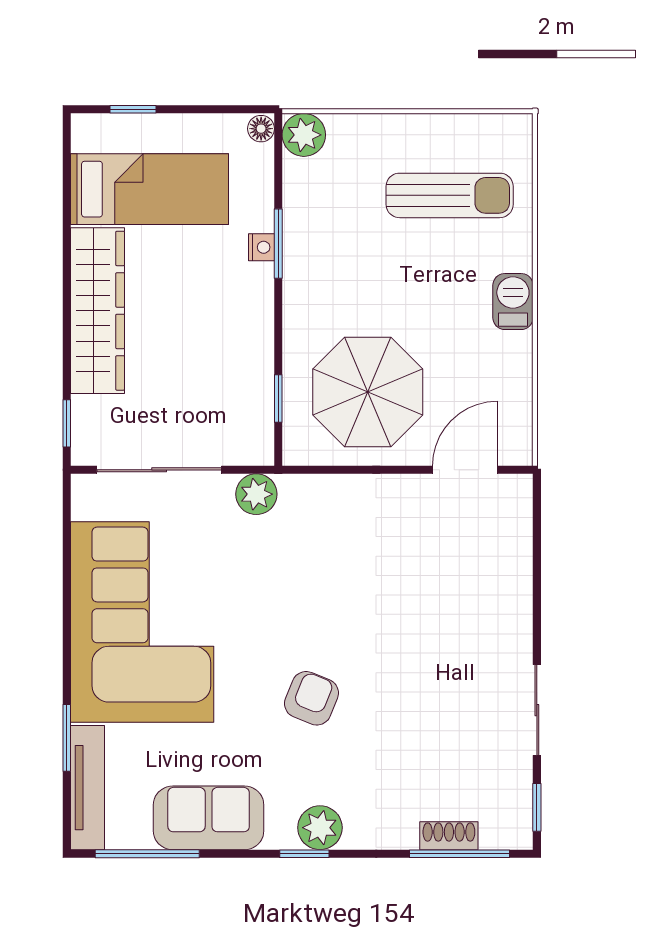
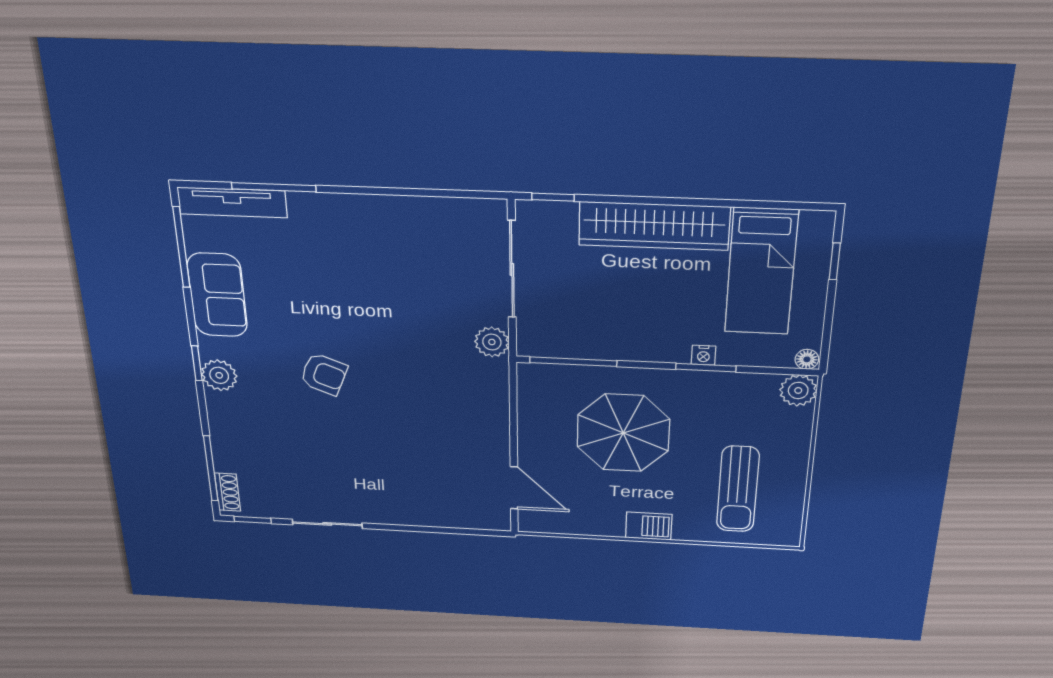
parasol: (368, 392) -> (623, 433), moved
window: (278, 398) -> (573, 362), width x2.17
corner sofa: (142, 622) -> (379, 251), removed
window: (67, 738) -> (274, 187), width x1.44
shoe rack: (449, 836) -> (228, 492), moved

